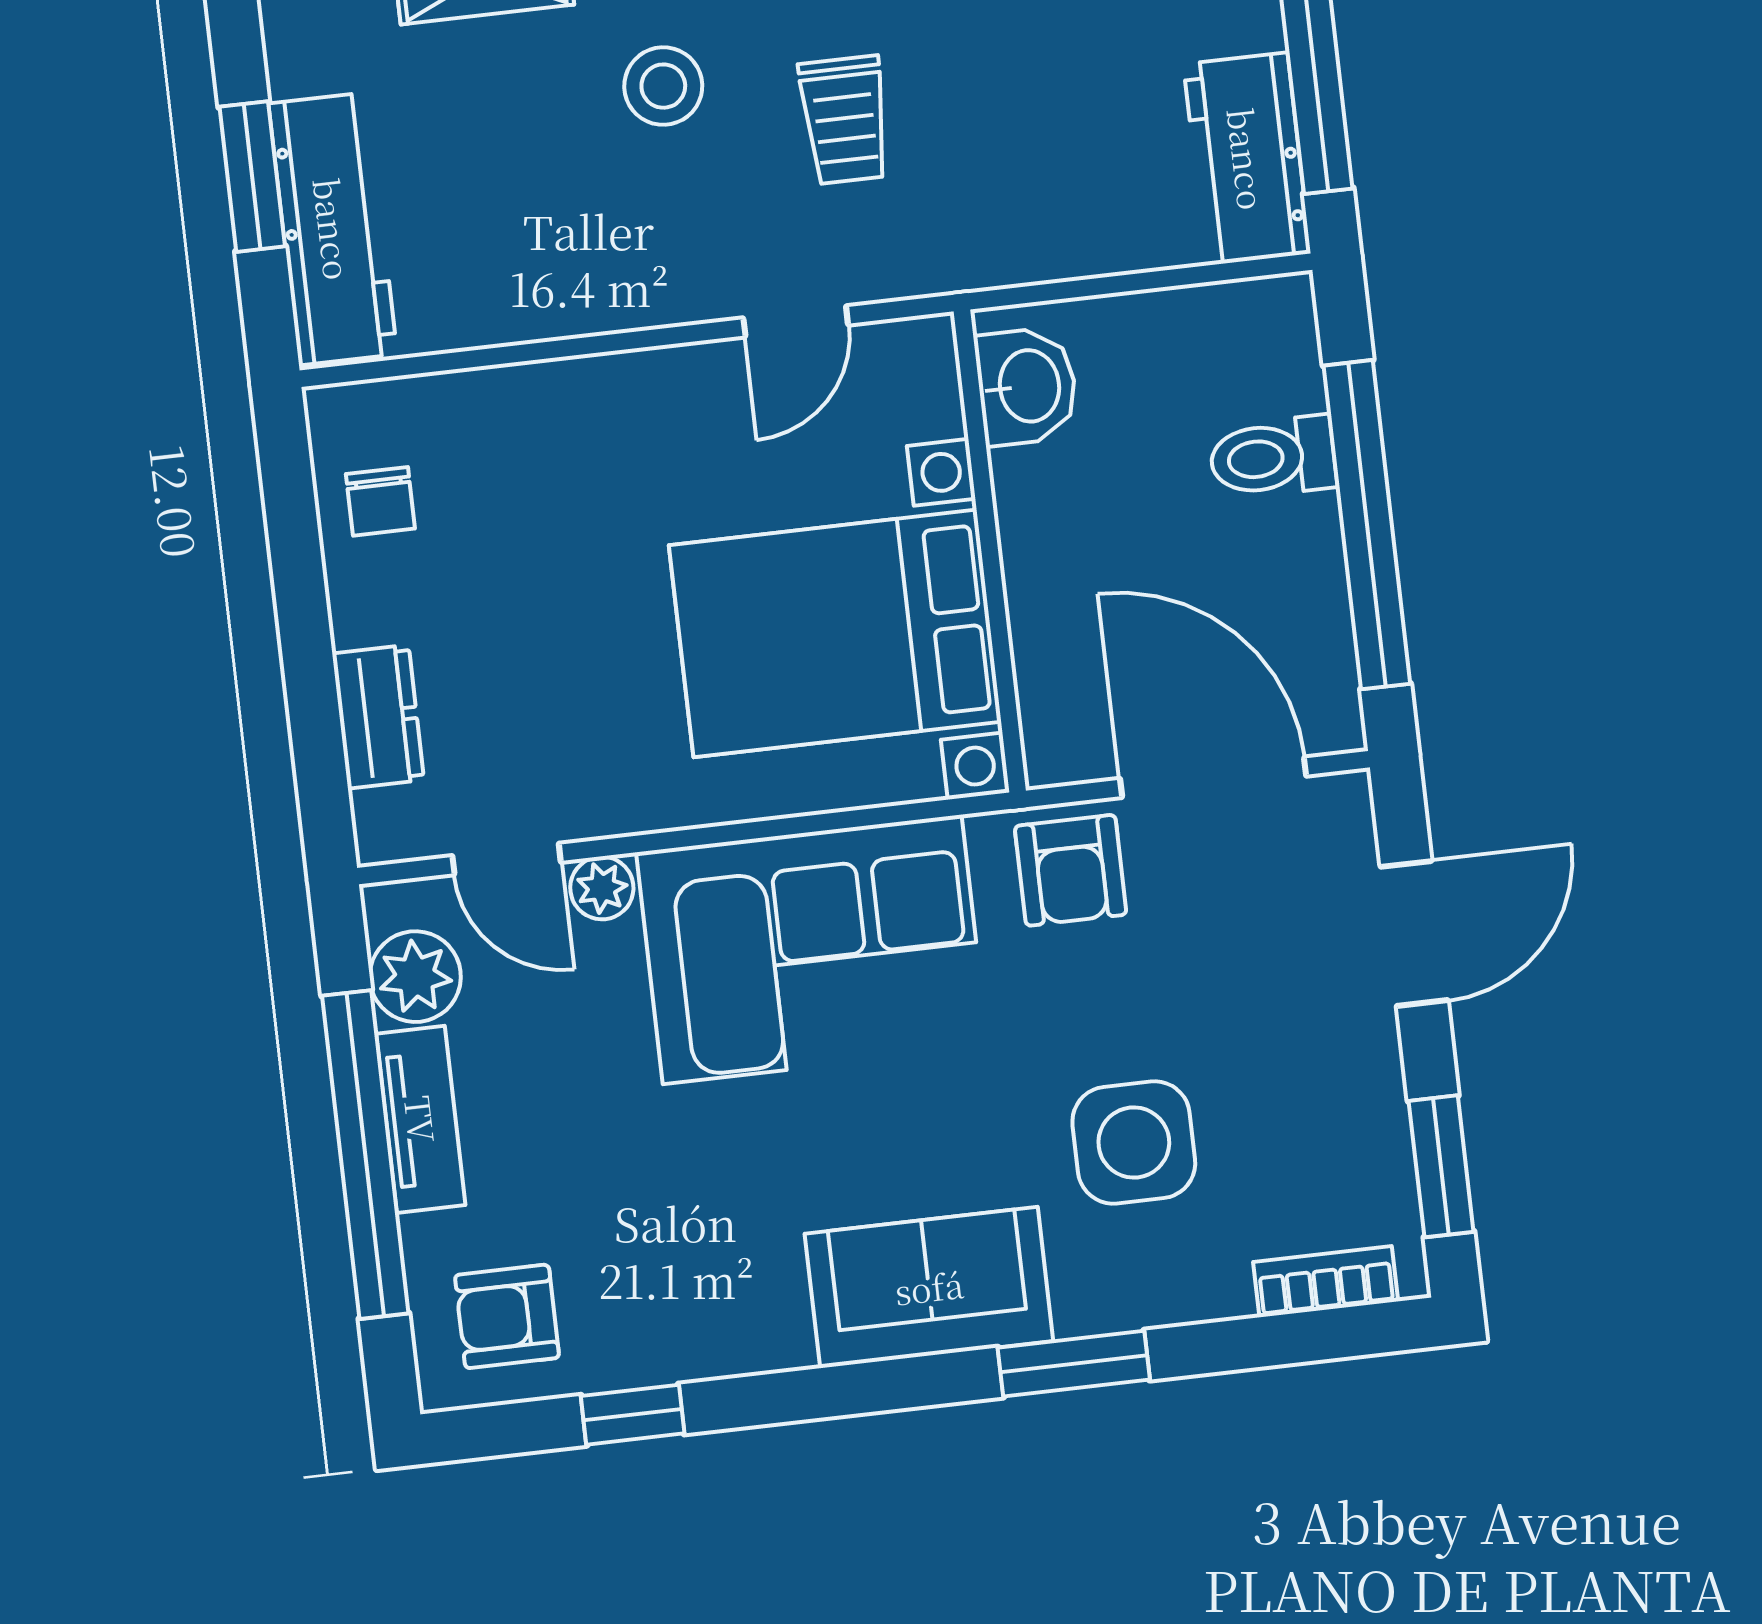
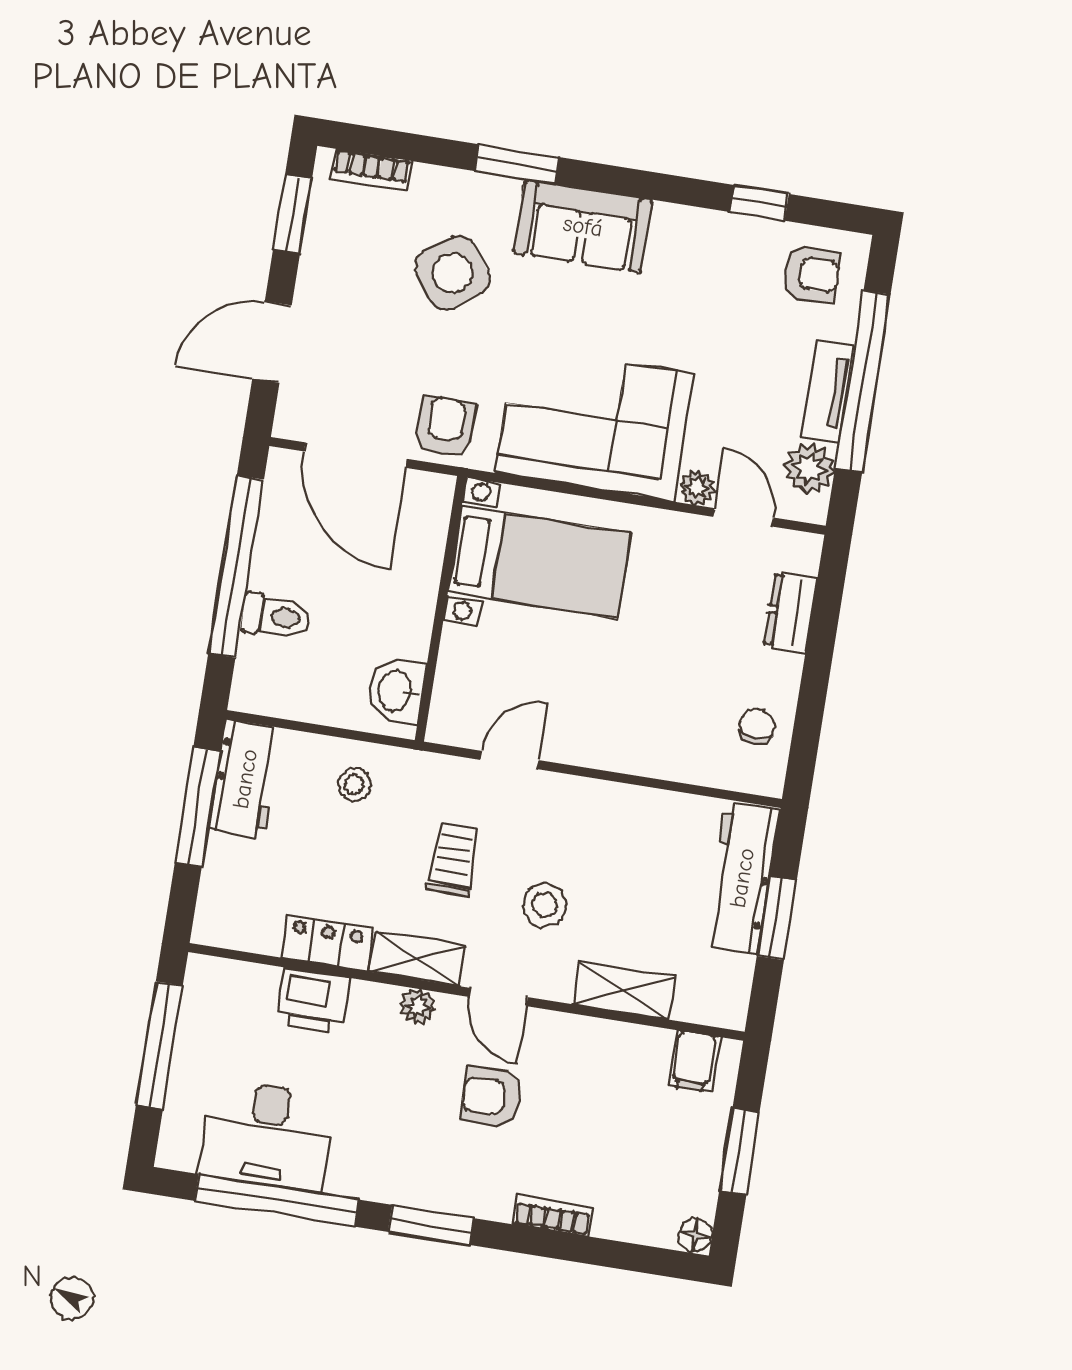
stool: (1054, 203) -> (354, 784), added
bed with nightstands: (835, 633) -> (539, 562), width x0.73
side table: (1134, 1142) -> (452, 273), turned -35

